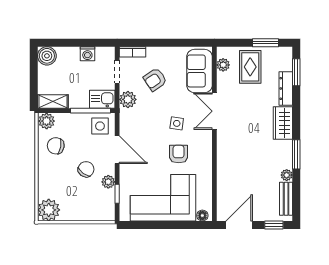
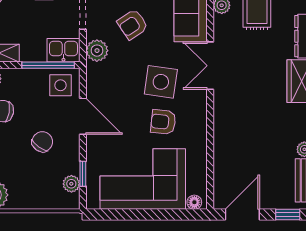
side table: (177, 123) -> (161, 82), width x1.87, depth x1.87
armchair: (179, 154) -> (163, 122), turned -84
plant: (108, 182) -> (71, 184), moved

